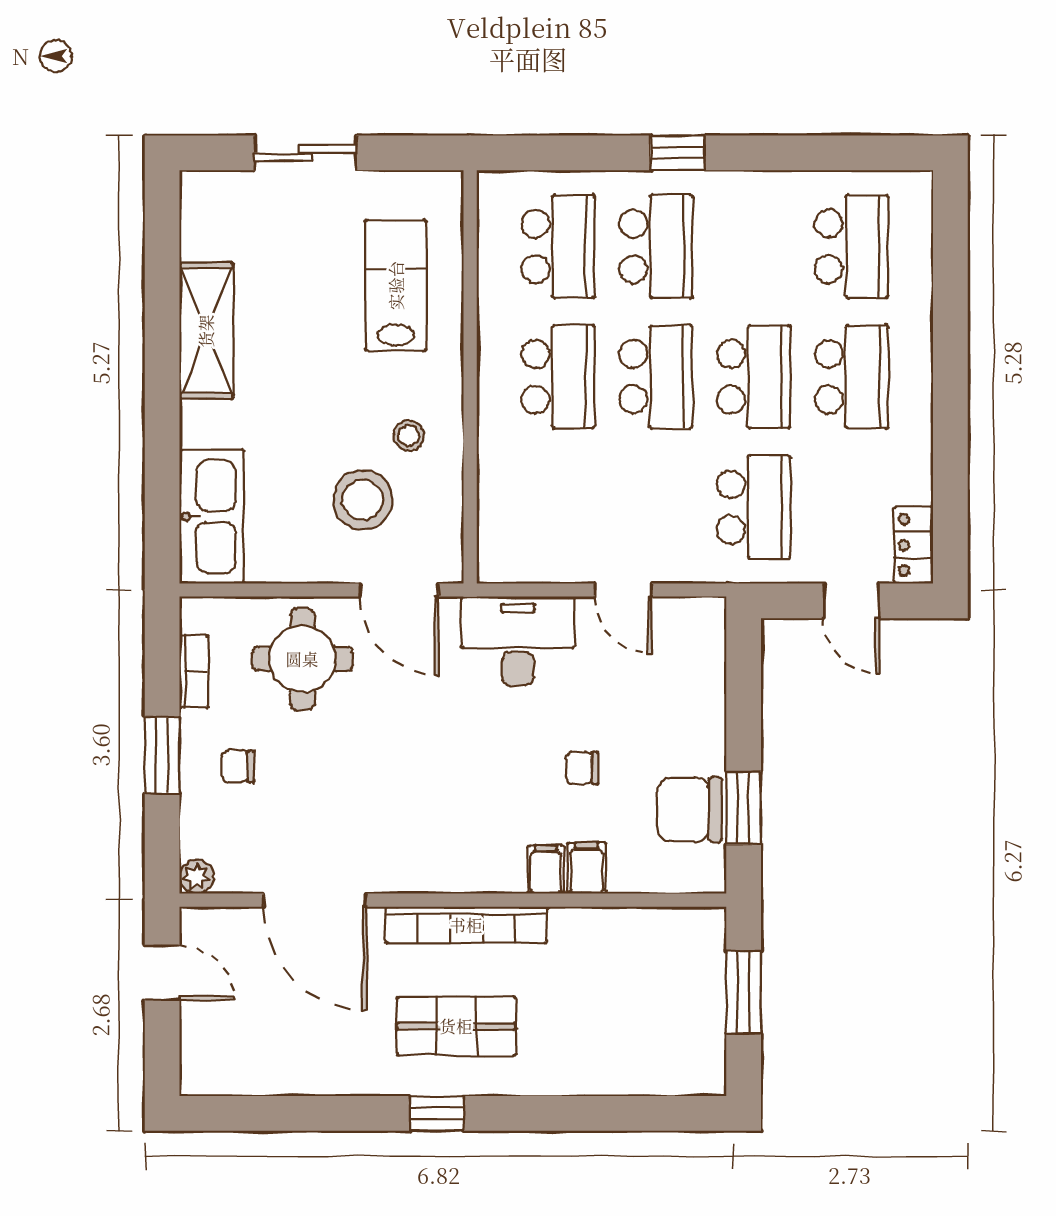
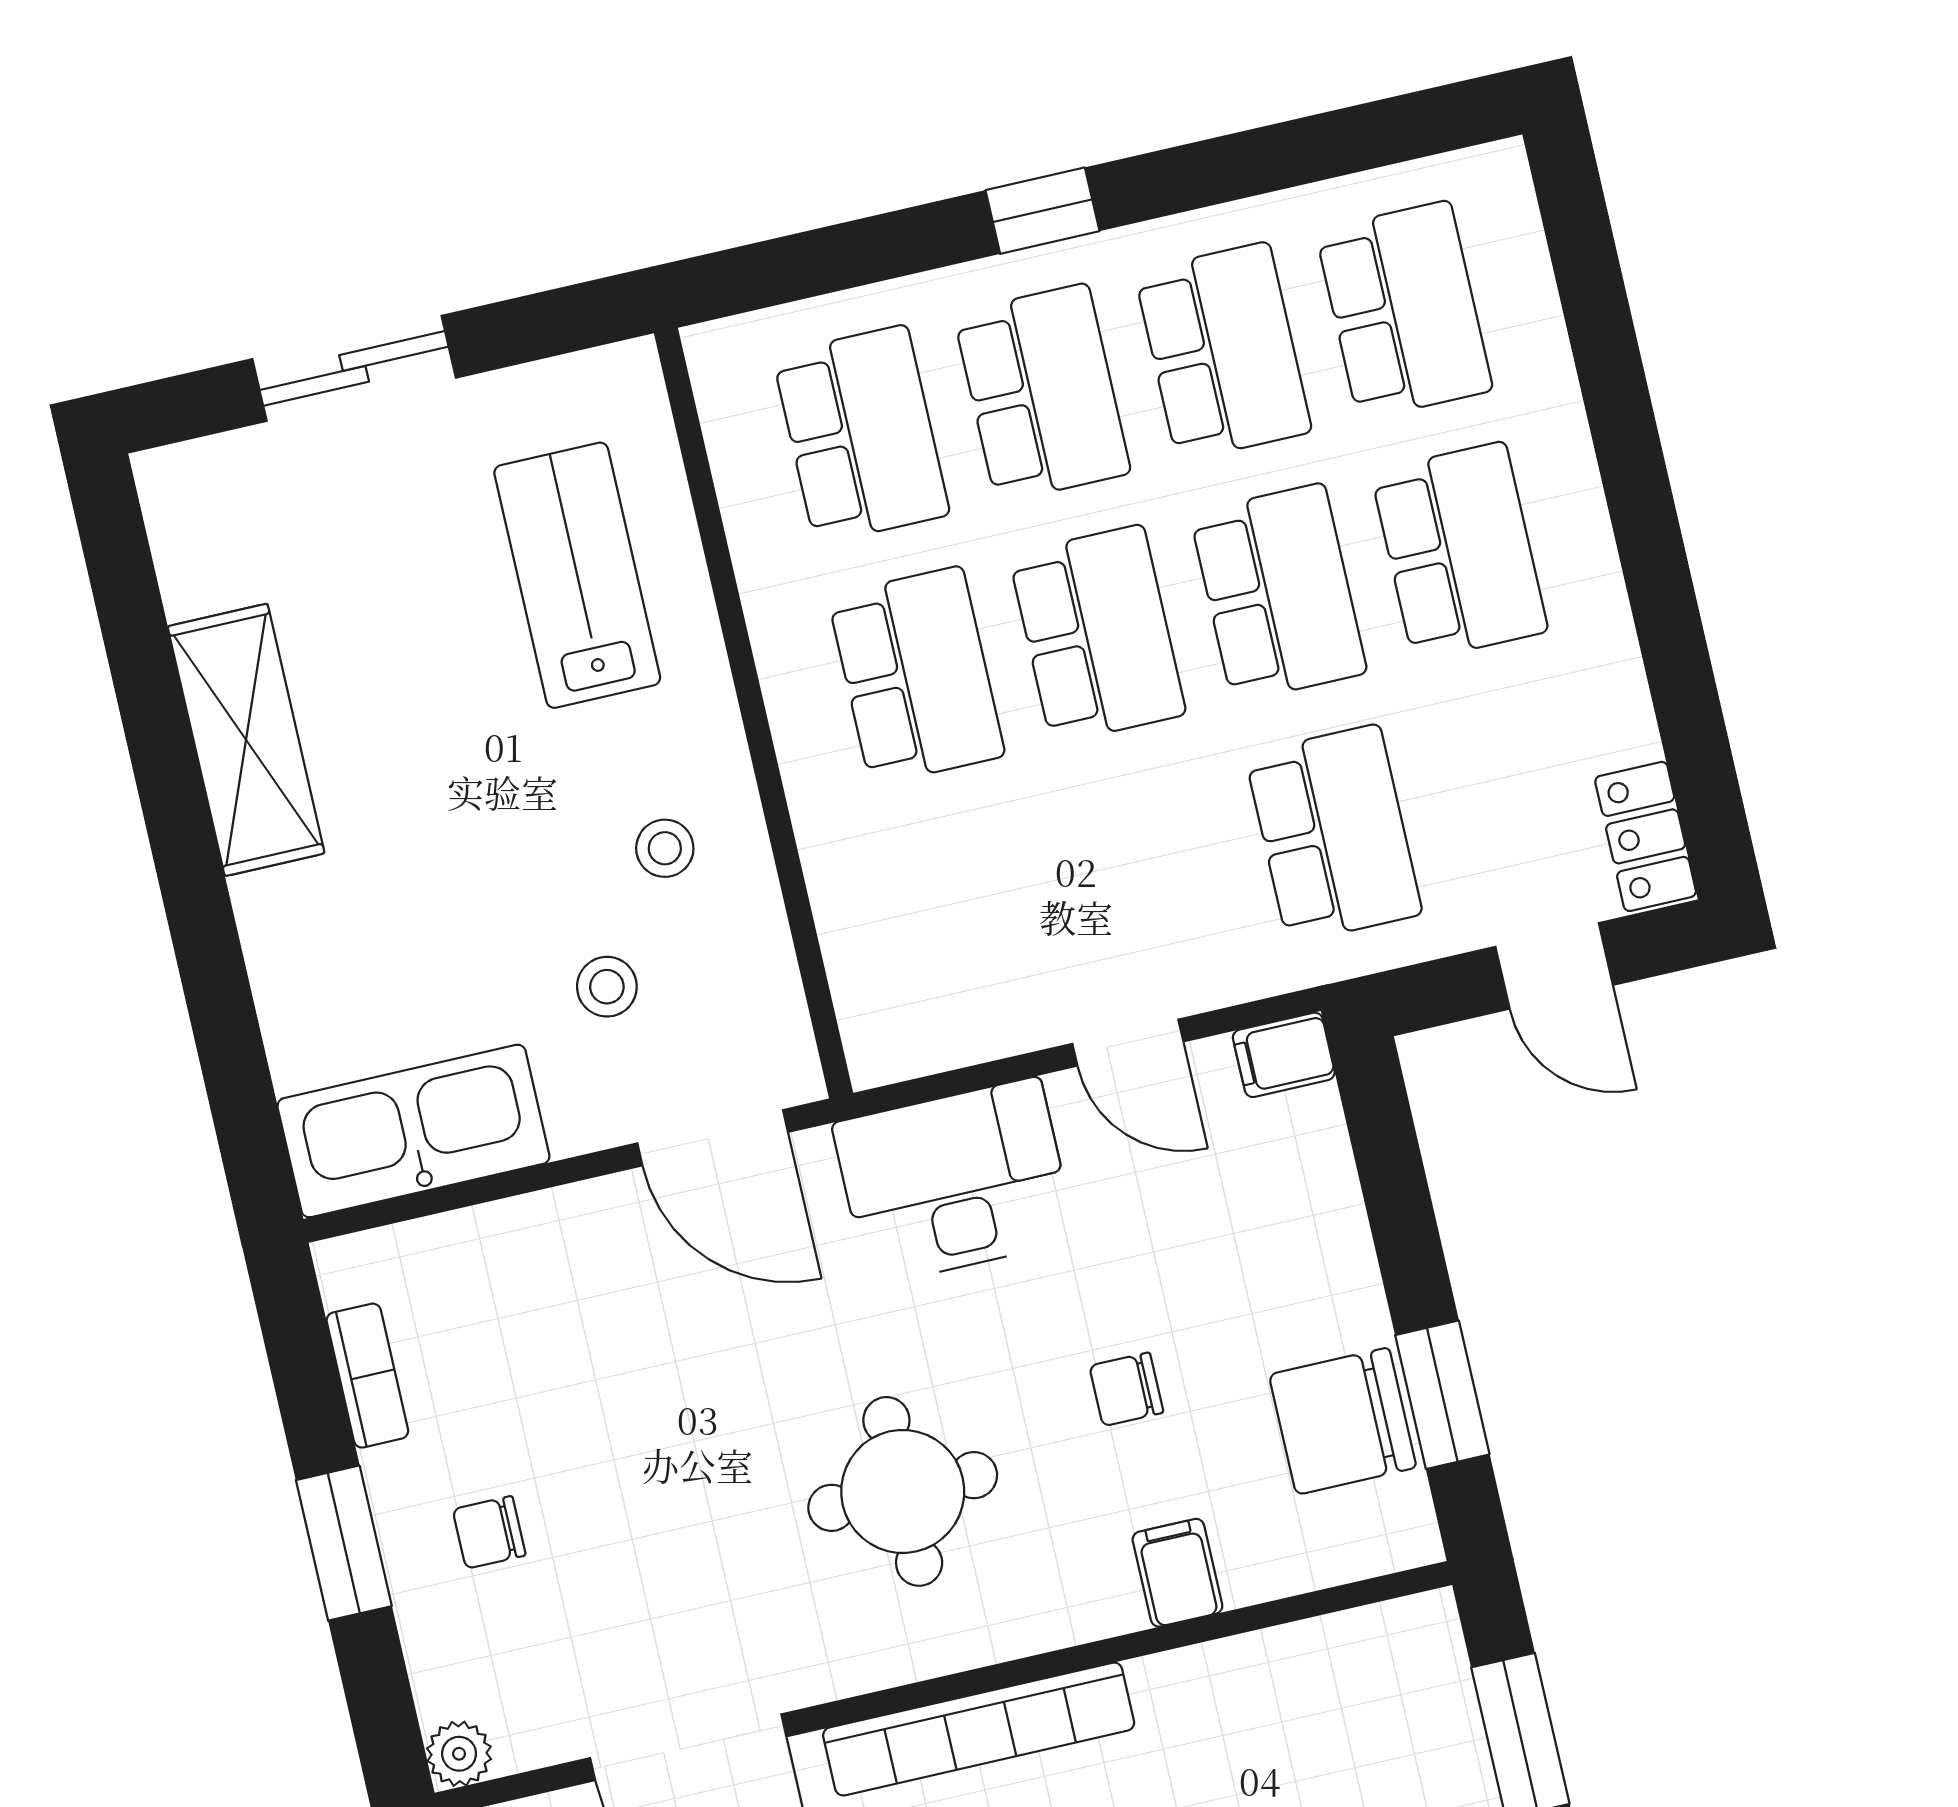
school desk: (754, 246) -> (1223, 352), added
stool: (363, 500) -> (607, 987), width x0.53, depth x0.53
kitchen sink: (211, 517) -> (413, 1131), moved, turned -90
round table: (302, 659) -> (903, 1491), moved
filing cabinet: (546, 869) -> (1284, 1055), moved, turned -90

